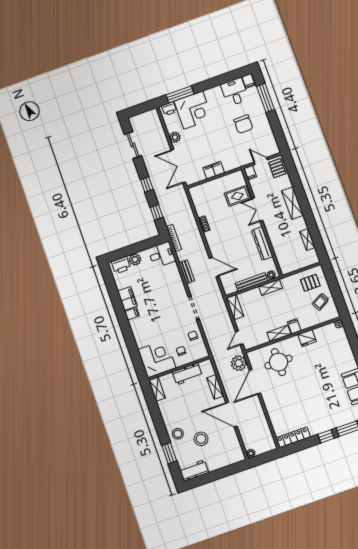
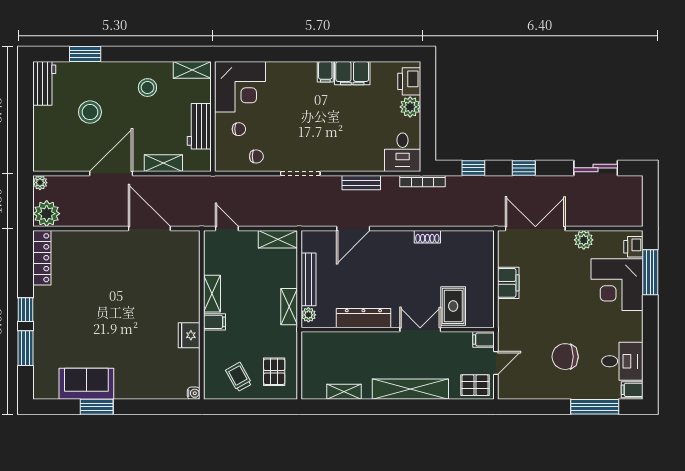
shelving: (292, 203) -> (410, 389), width x1.47
round table: (279, 362) -> (167, 277), removed
plant: (239, 363) -> (47, 214), moved
stool: (178, 434) -> (147, 88), moved

